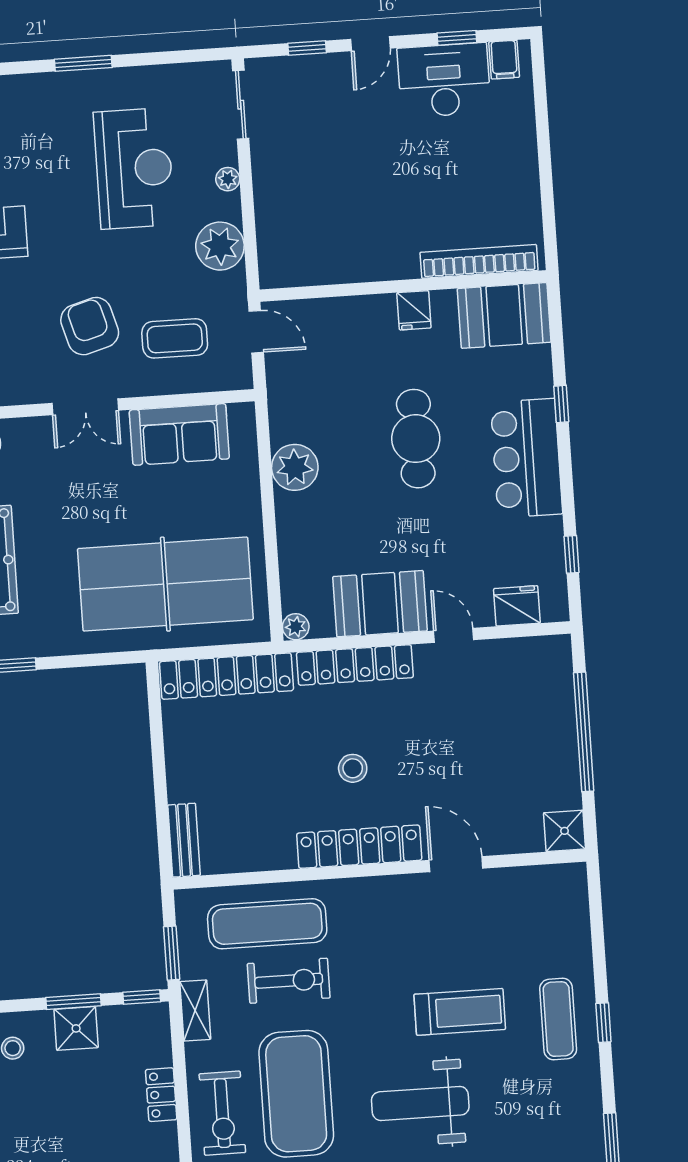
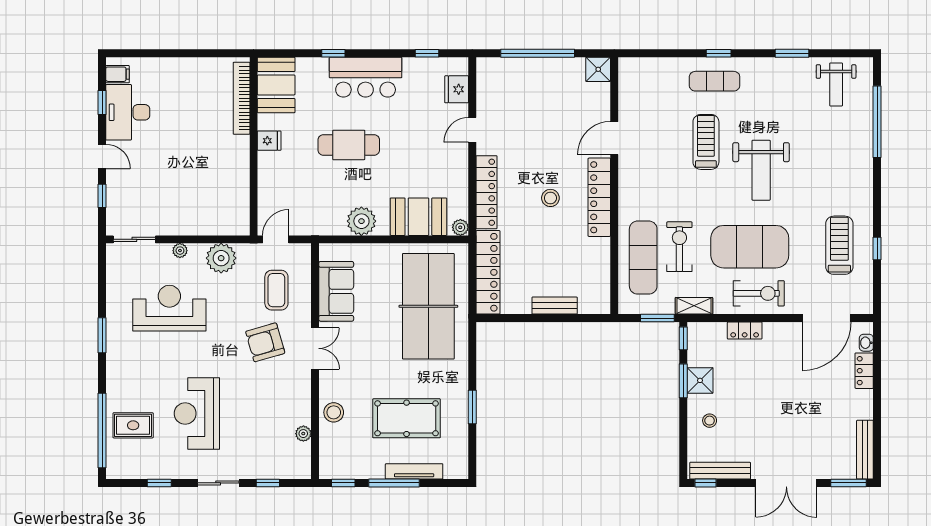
booth: (380, 604) -> (418, 217), moved, turned 90
bench: (184, 840) -> (555, 306), moved

